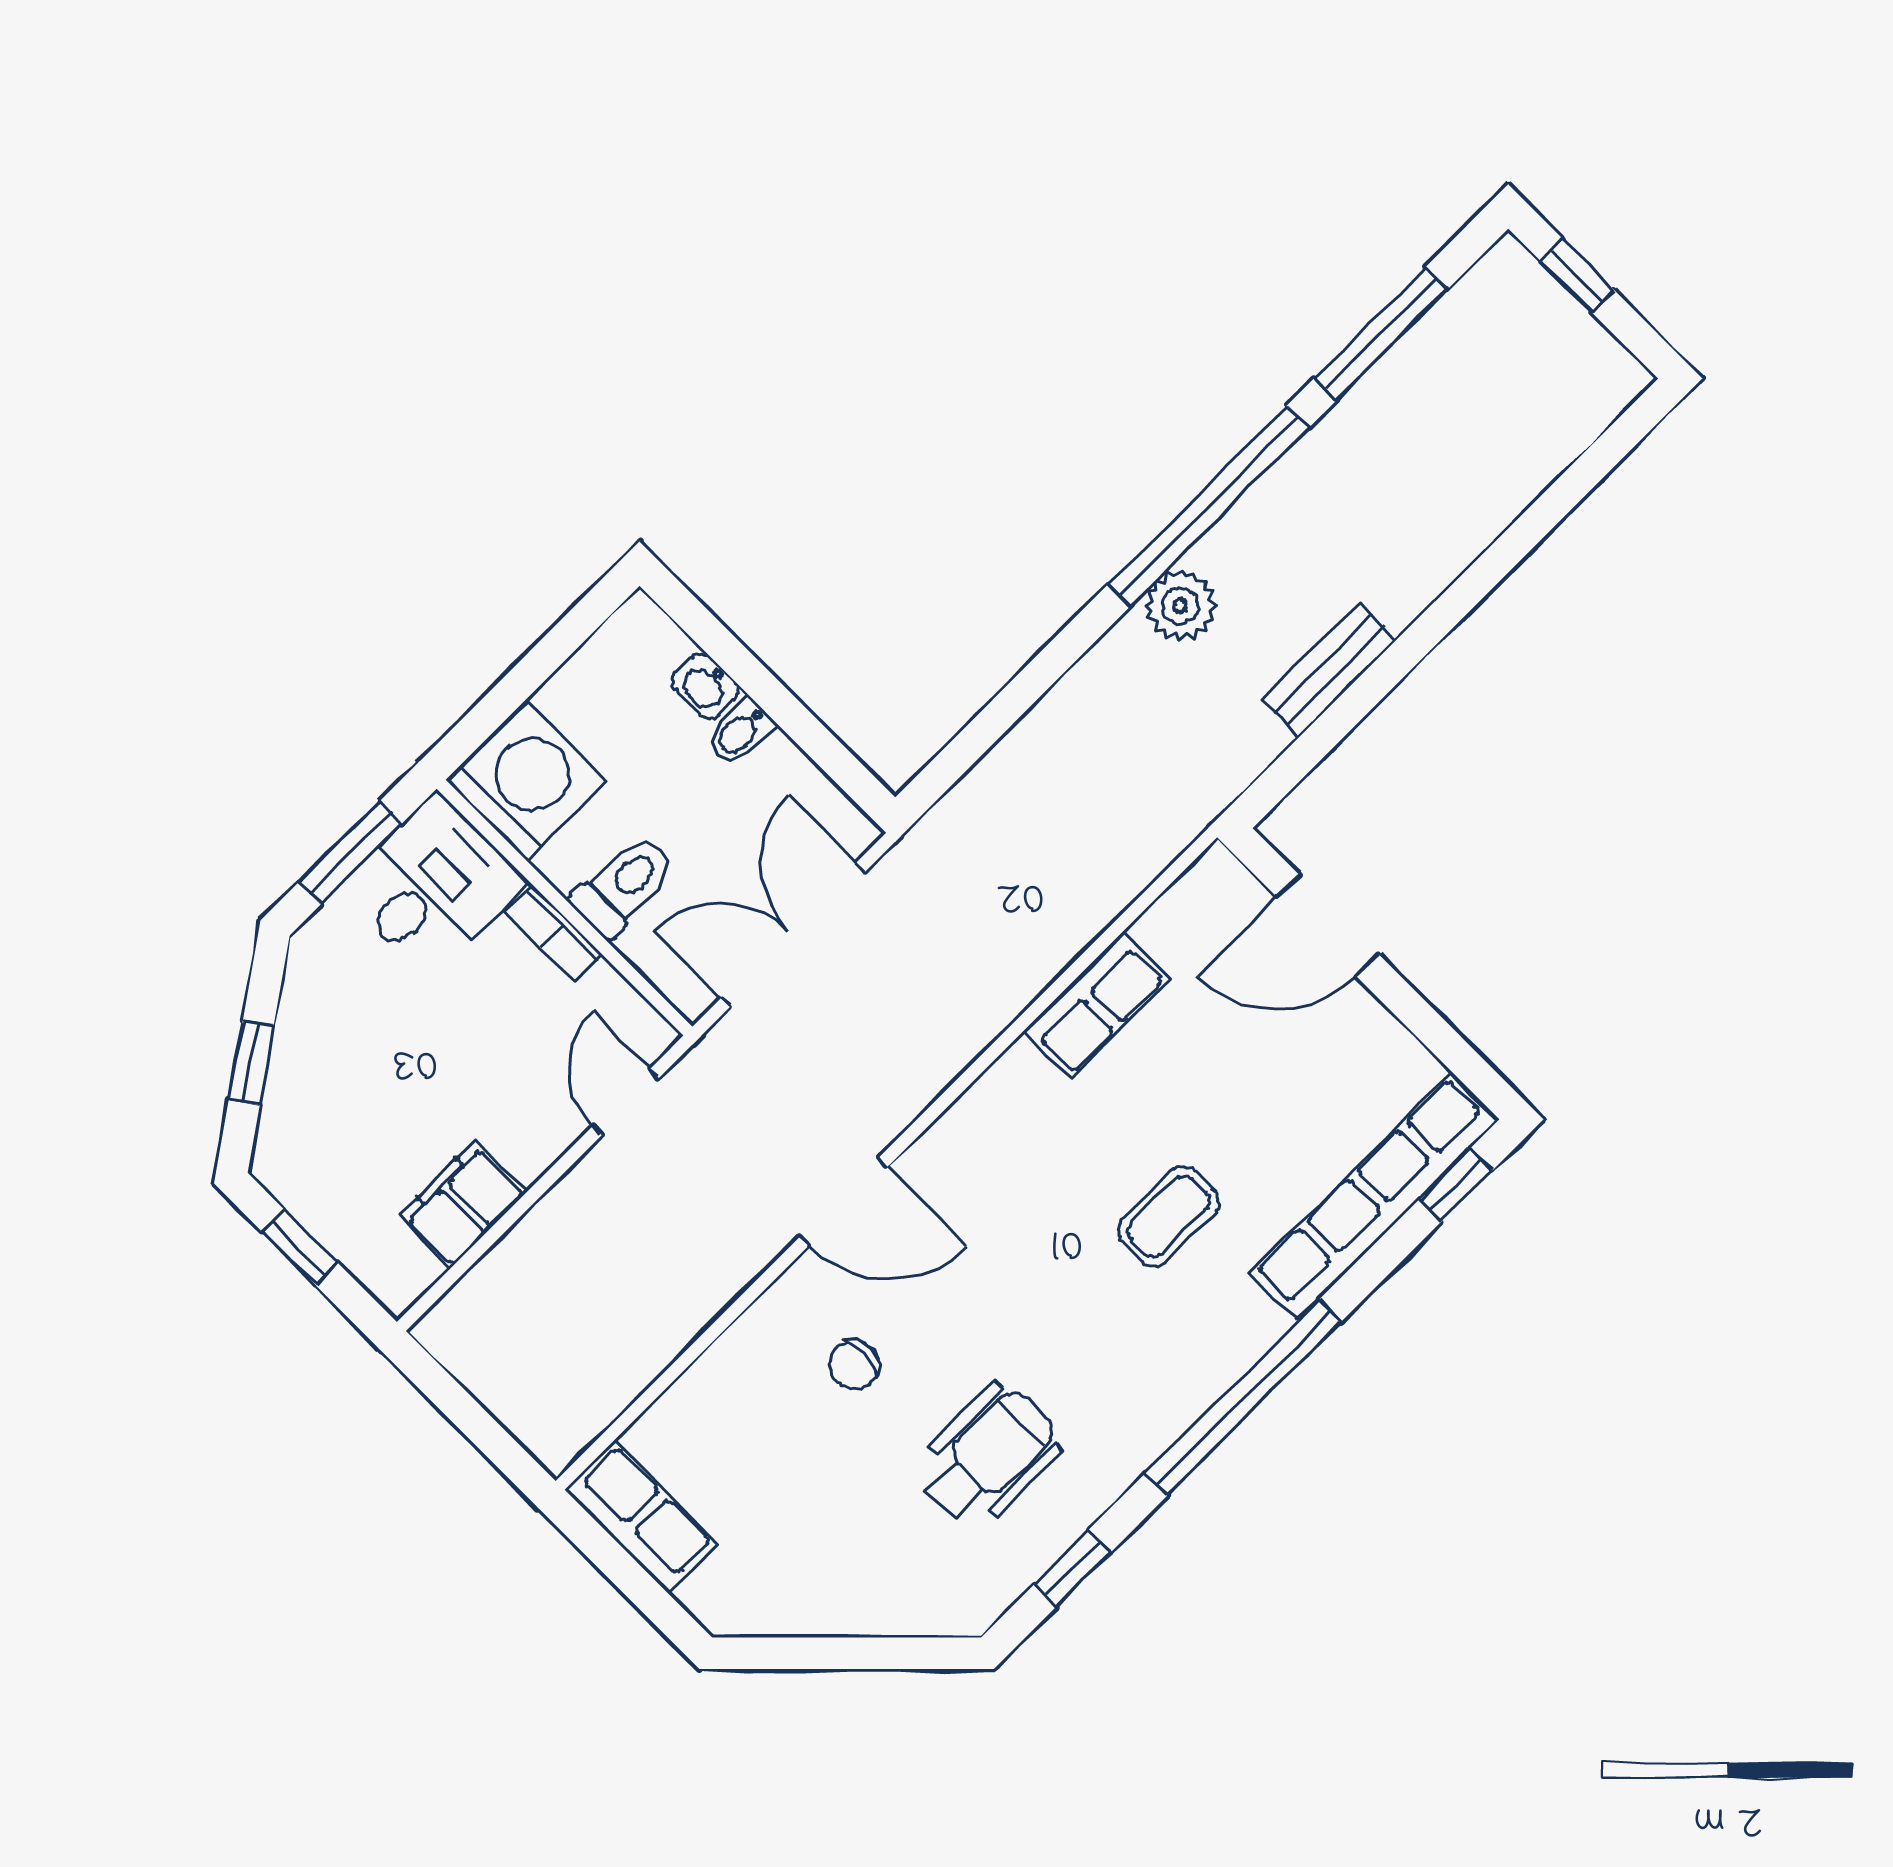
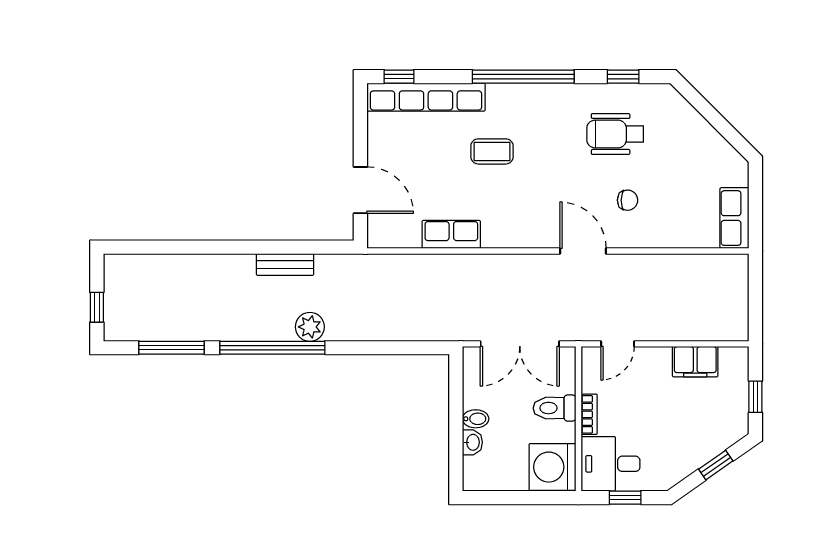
window: (350, 853) -> (625, 498), width x0.67

